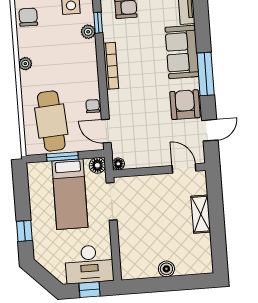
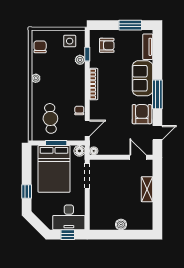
cafe table: (51, 121) -> (50, 118), width x0.73, depth x0.74
door: (106, 131) -> (87, 128), swing flipped
bed: (70, 194) -> (54, 169), width x1.50

